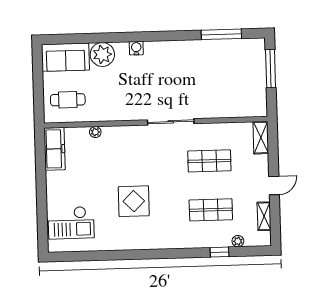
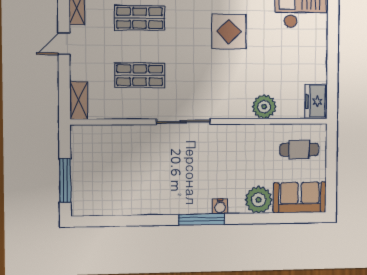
window: (221, 34) -> (202, 219), moved
plant: (95, 132) -> (264, 107), width x1.87, depth x1.87
freezer: (55, 149) -> (316, 101), width x0.71

